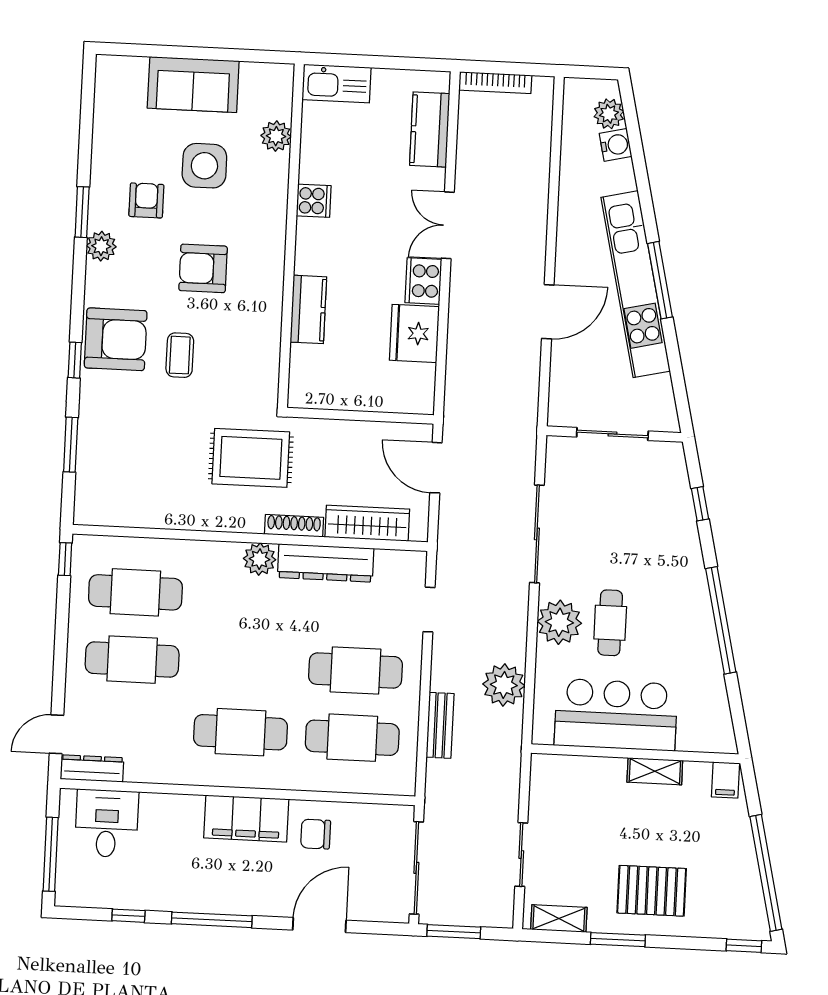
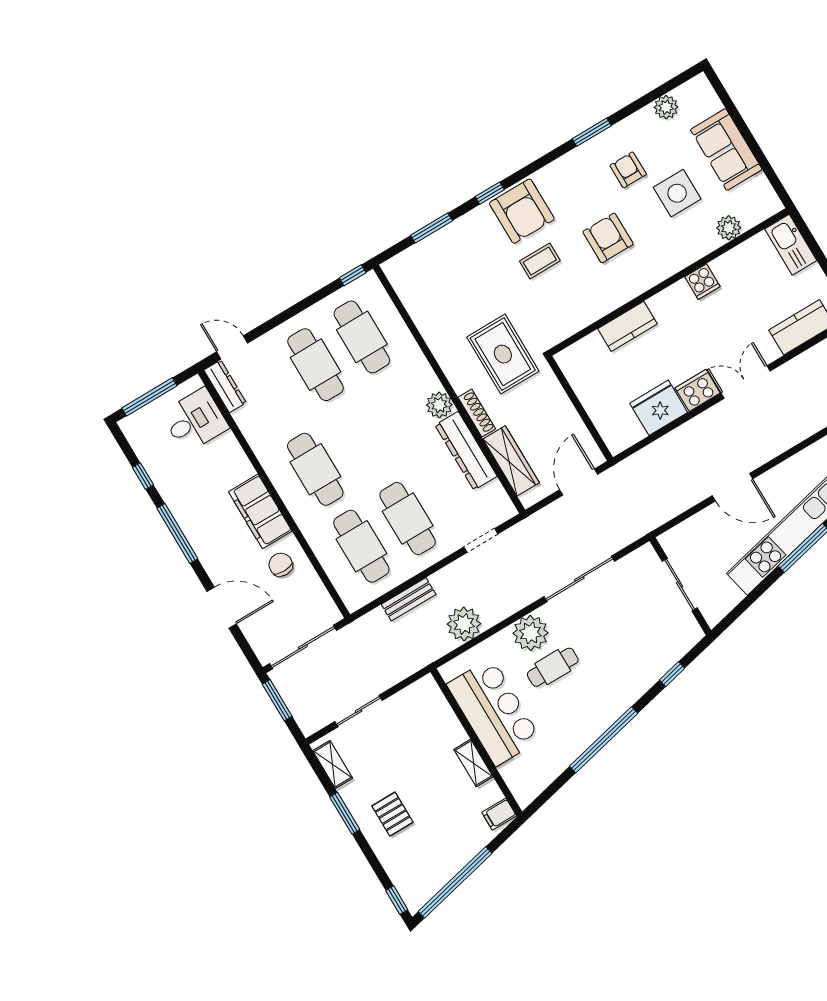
armchair: (146, 200) -> (628, 170), turned -90
plant: (101, 246) -> (666, 107), moved
pallet: (652, 891) -> (392, 814), width x0.67, depth x0.71

